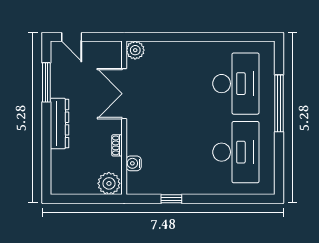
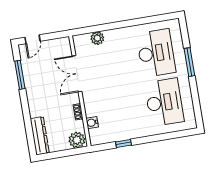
door: (72, 37) -> (32, 39), hinge flipped
plant: (135, 50) -> (97, 38), moved
window: (279, 103) -> (189, 62), width x0.68
dresser: (60, 124) -> (40, 136), moved

